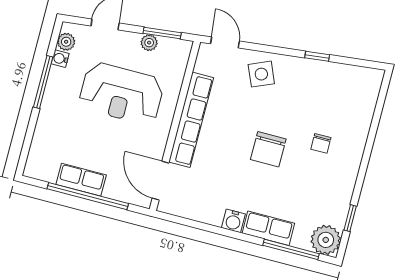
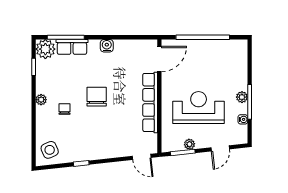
plant: (66, 42) -> (242, 97), moved
side table: (261, 74) -> (50, 150), moved
plant: (352, 166) -> (41, 100), added
row of seats: (81, 180) -> (210, 47), removed
door: (160, 181) -> (159, 59), hinge flipped
row of seats: (268, 228) -> (72, 47), moved

